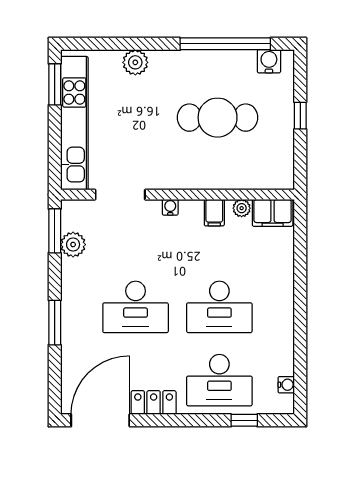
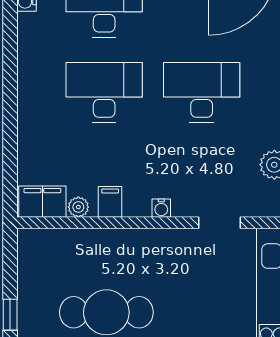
doorway: (120, 195) -> (220, 223), width x0.73

